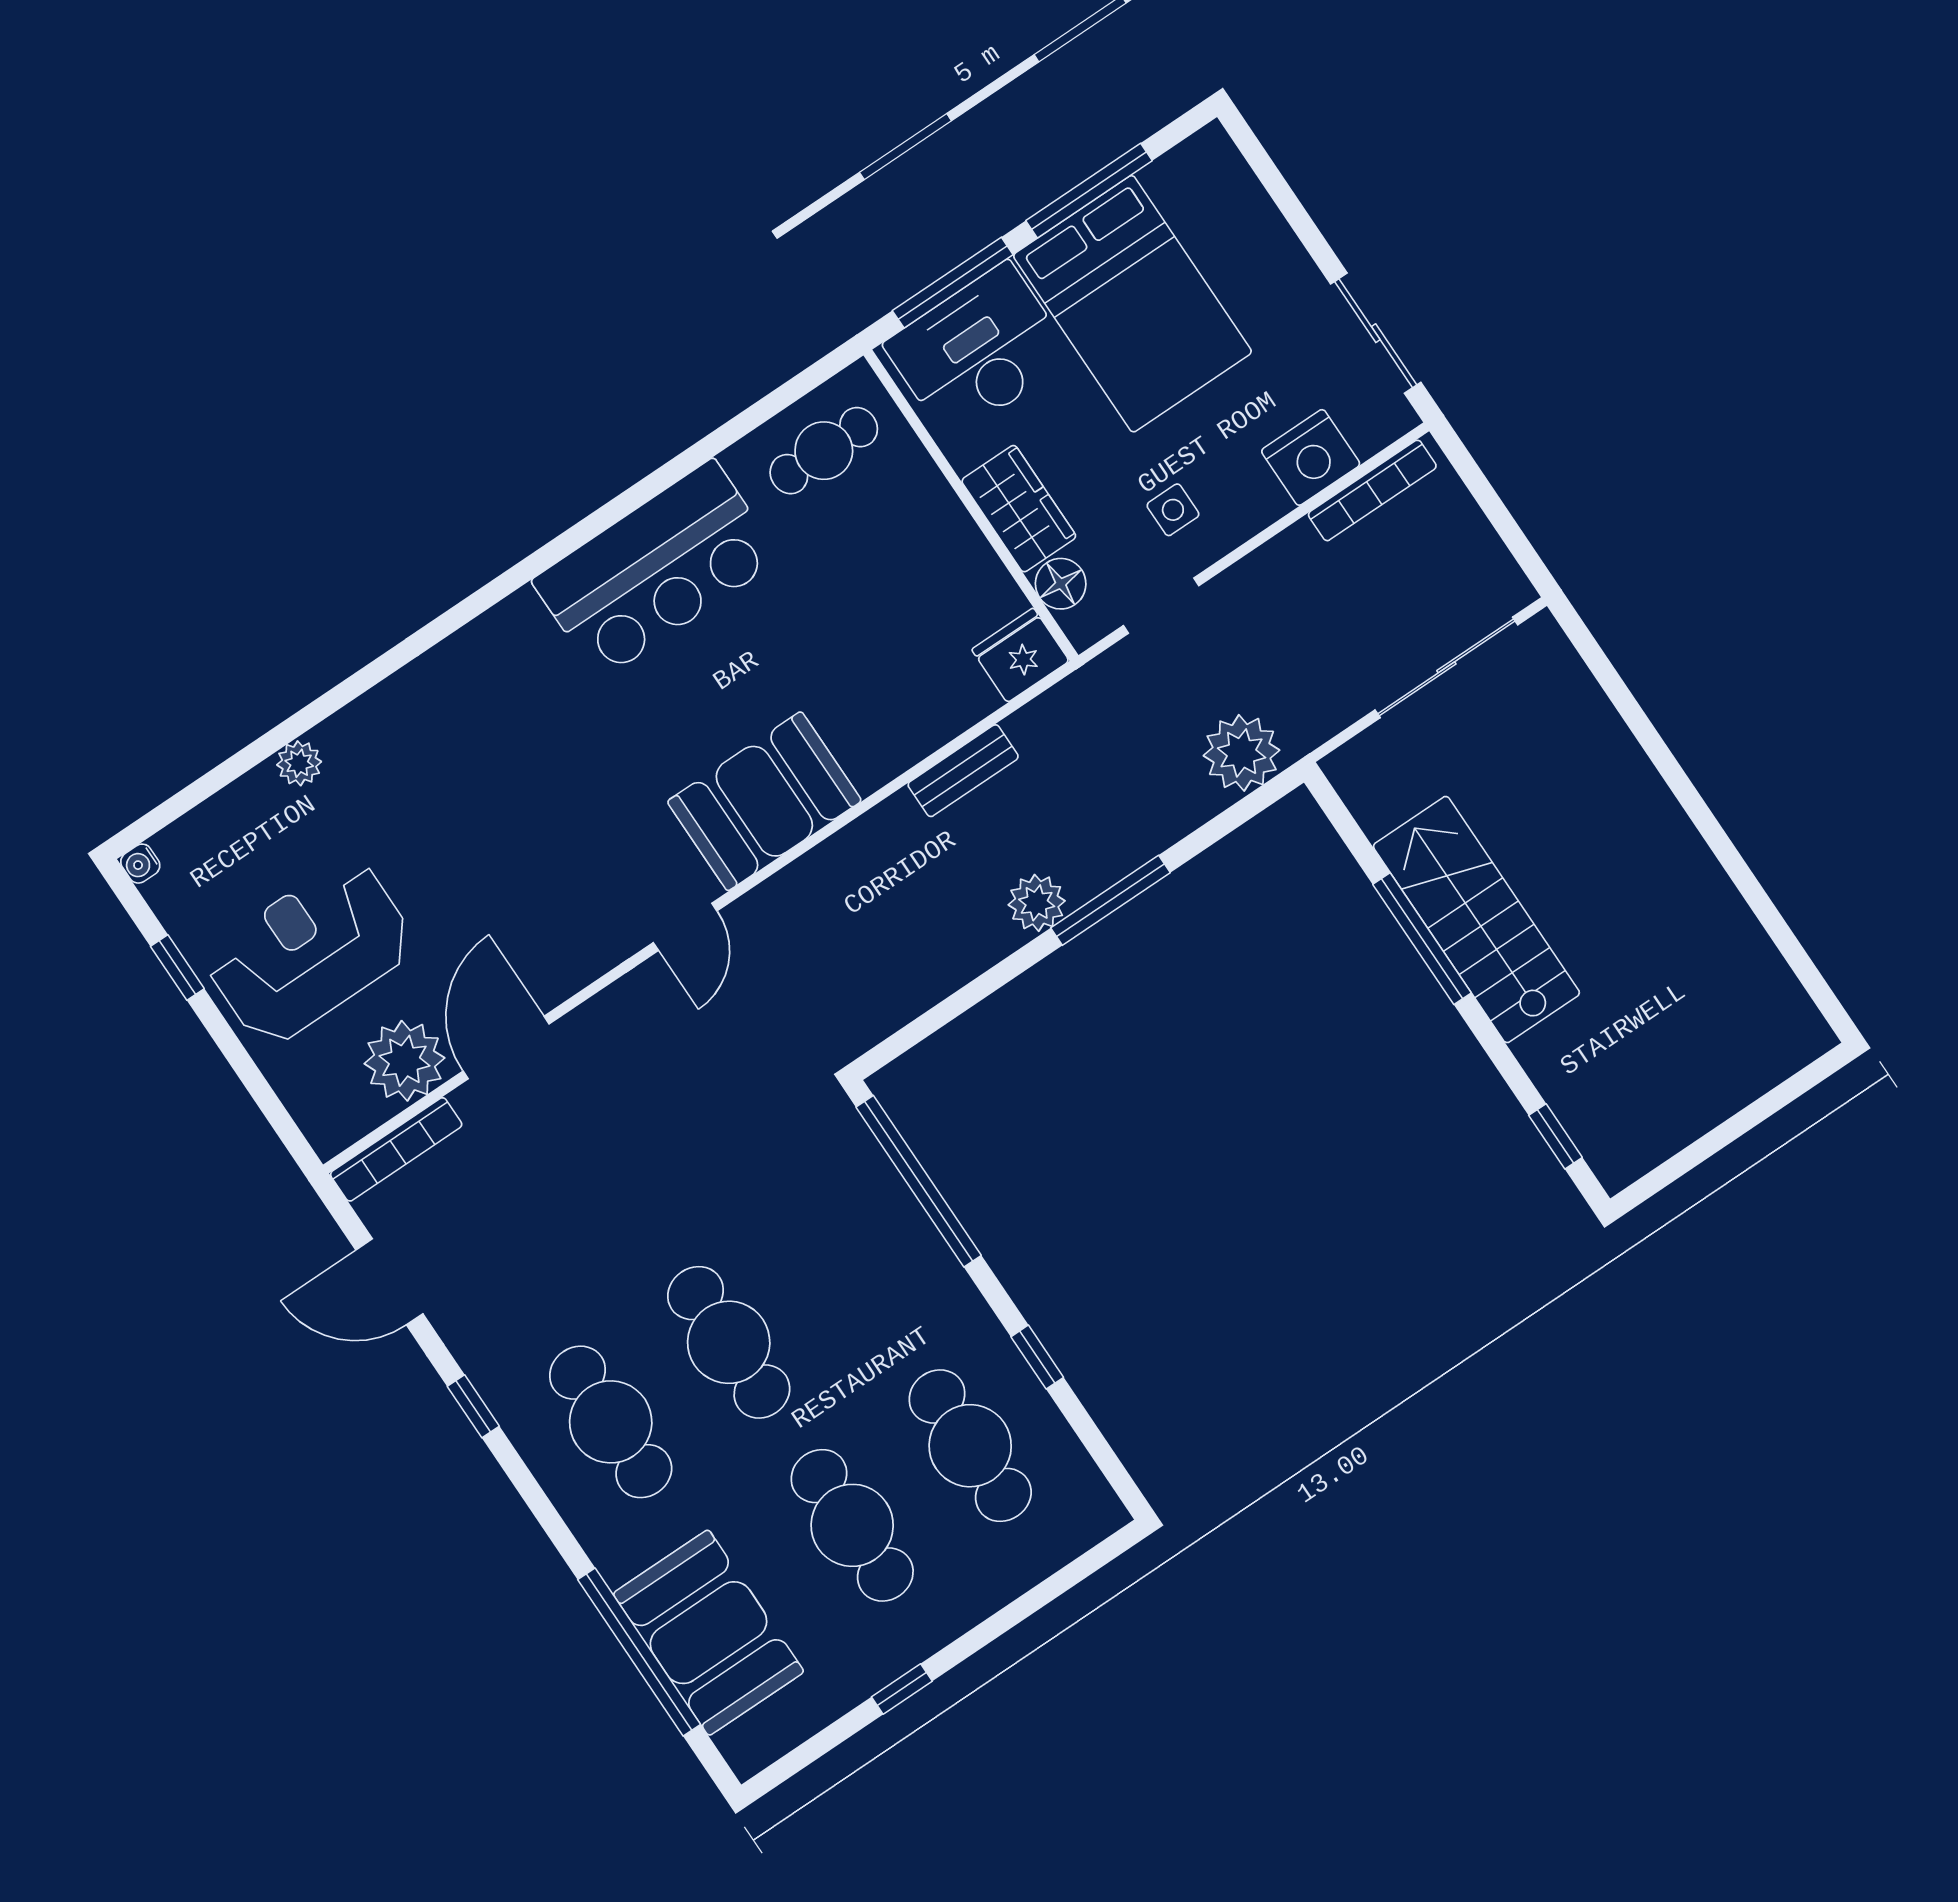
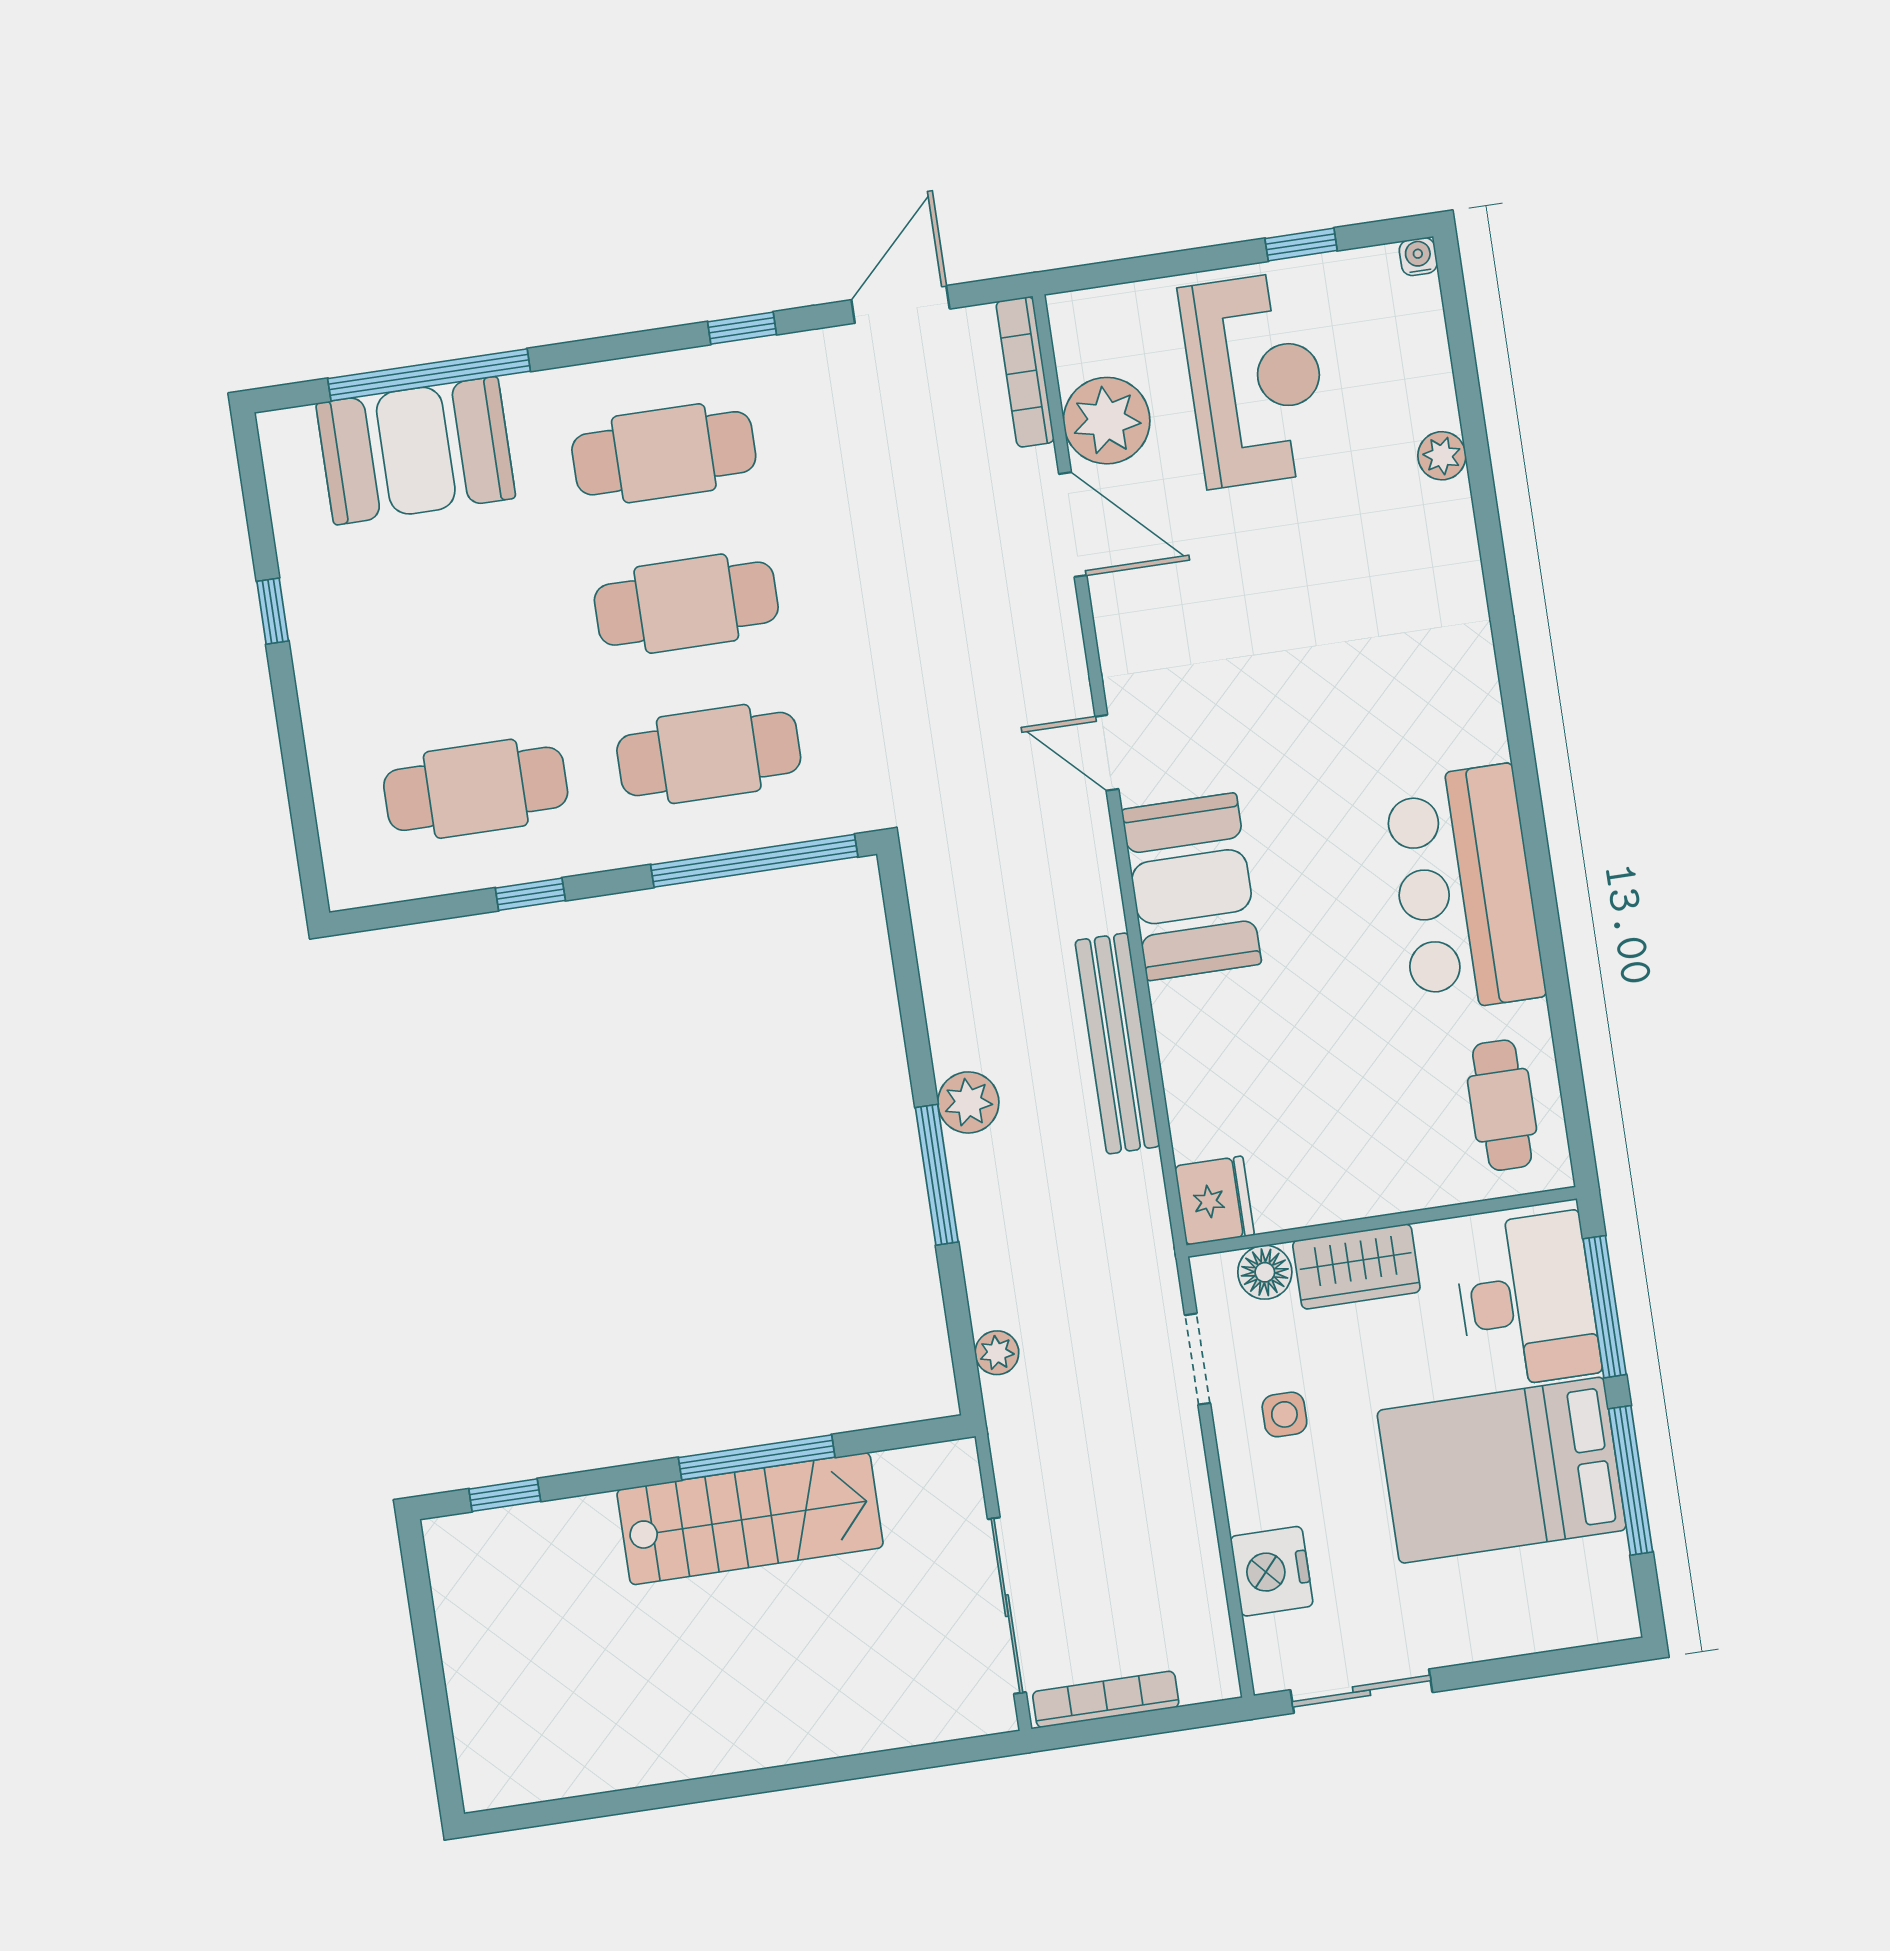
bookcase: (1372, 490) -> (1106, 1699), moved, turned 90
plant: (1242, 753) -> (997, 1353), width x0.53, depth x0.53
bench: (963, 771) -> (1117, 1043), width x1.86, depth x1.21
cafe table: (852, 1525) -> (709, 754), moved

